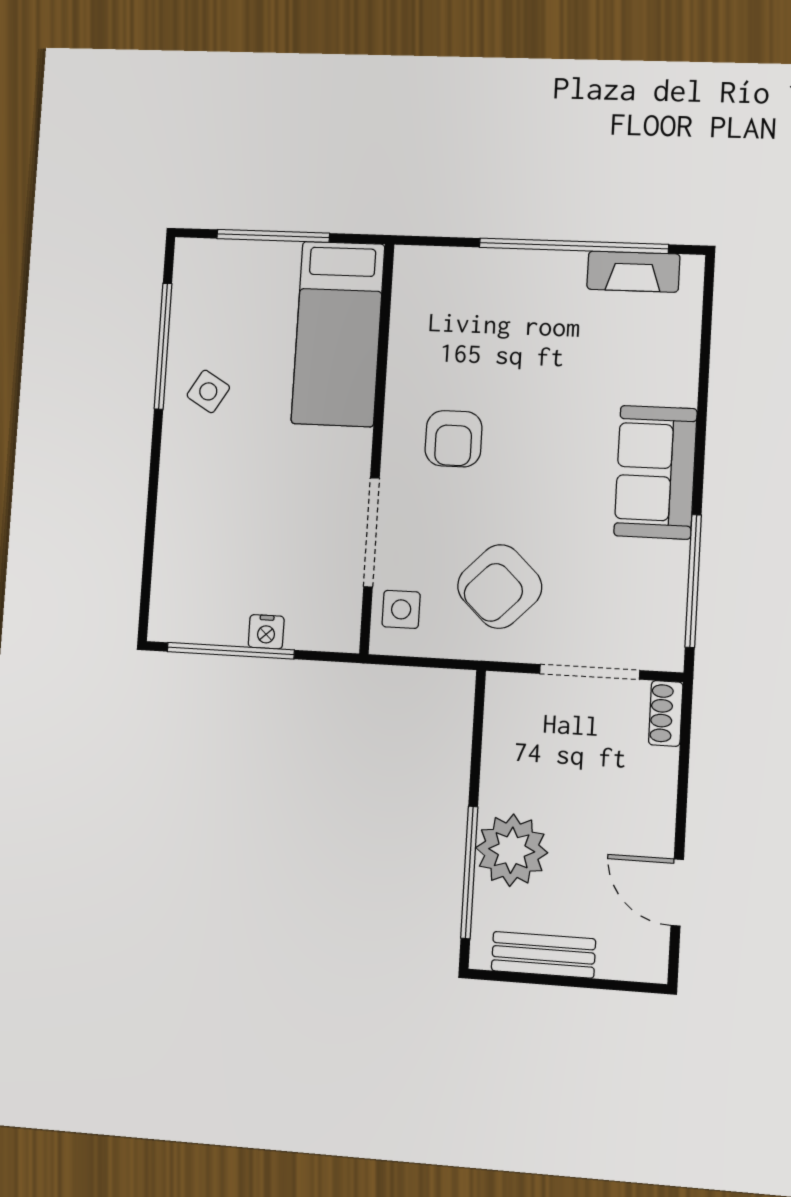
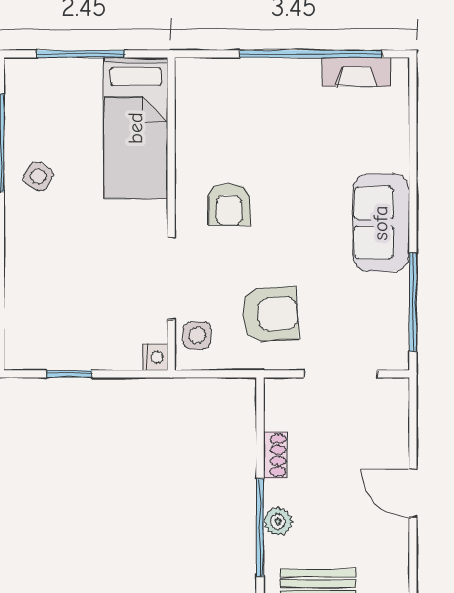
armchair: (500, 586) -> (270, 314), turned -137
nightstand: (266, 632) -> (155, 357), moved, turned -90
window: (231, 651) -> (69, 374), width x0.46
shoe rack: (666, 713) -> (275, 455), moved, turned 180
plant: (512, 850) -> (278, 521), width x0.53, depth x0.53
door: (677, 892) -> (413, 493), moved

